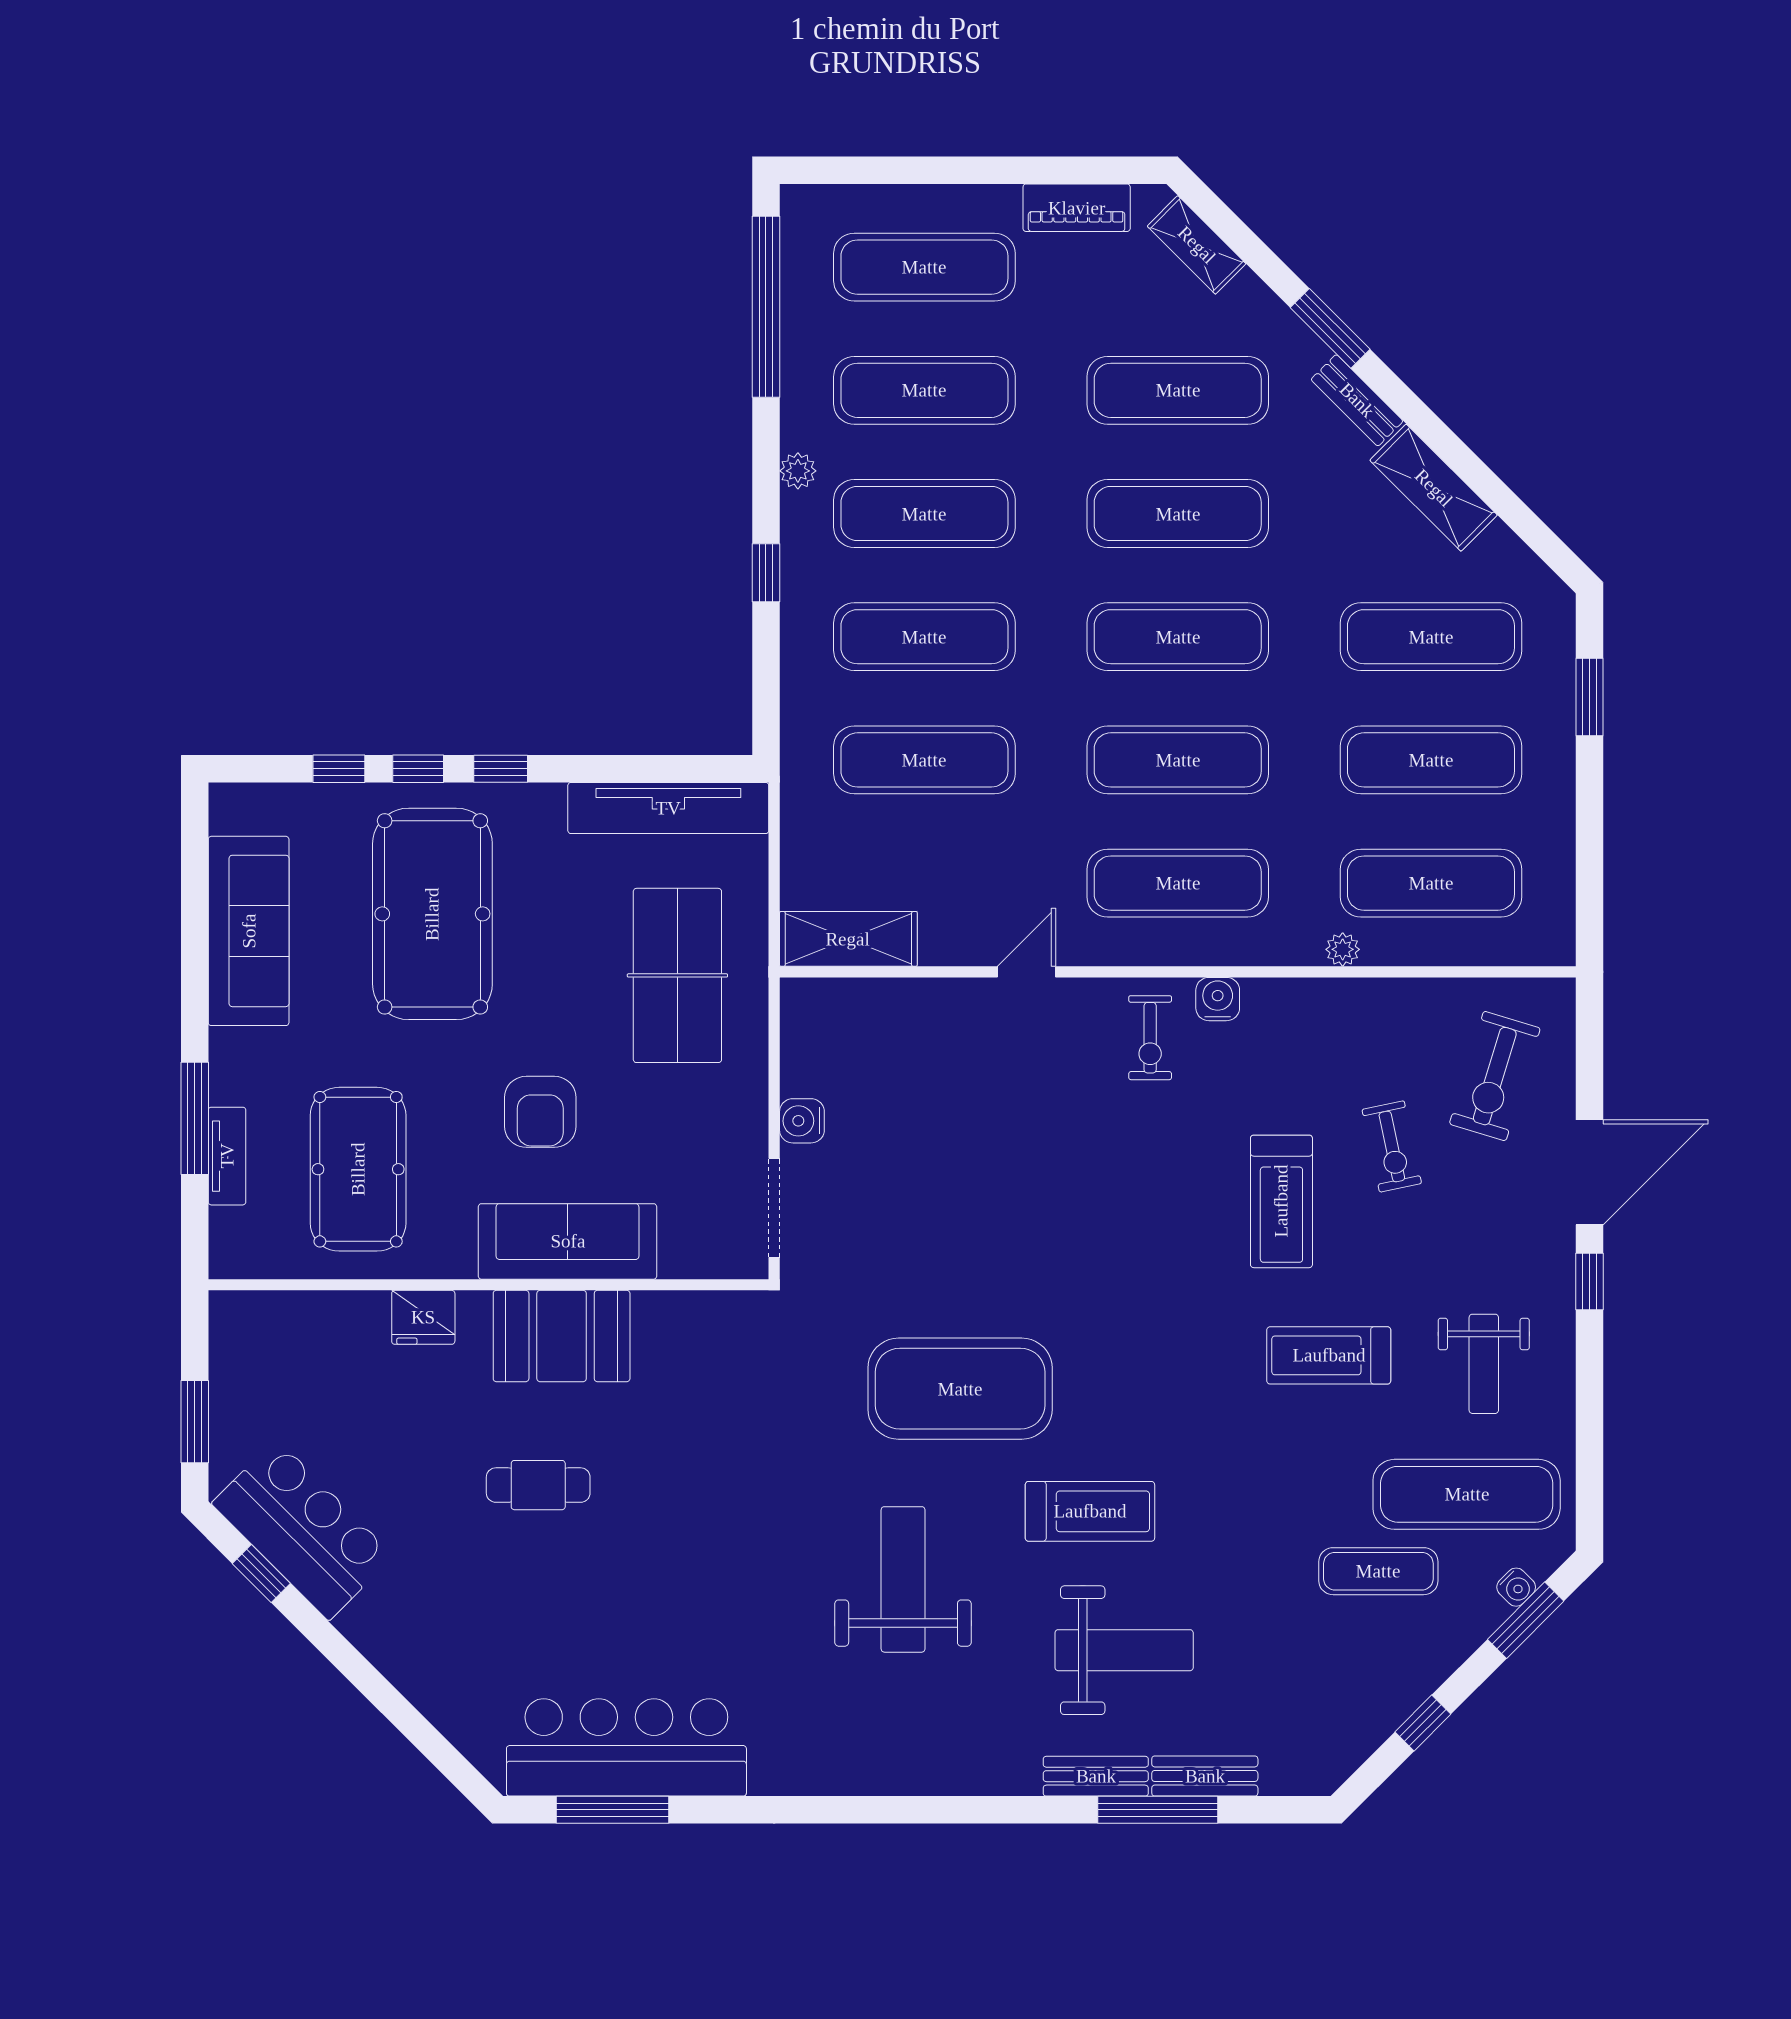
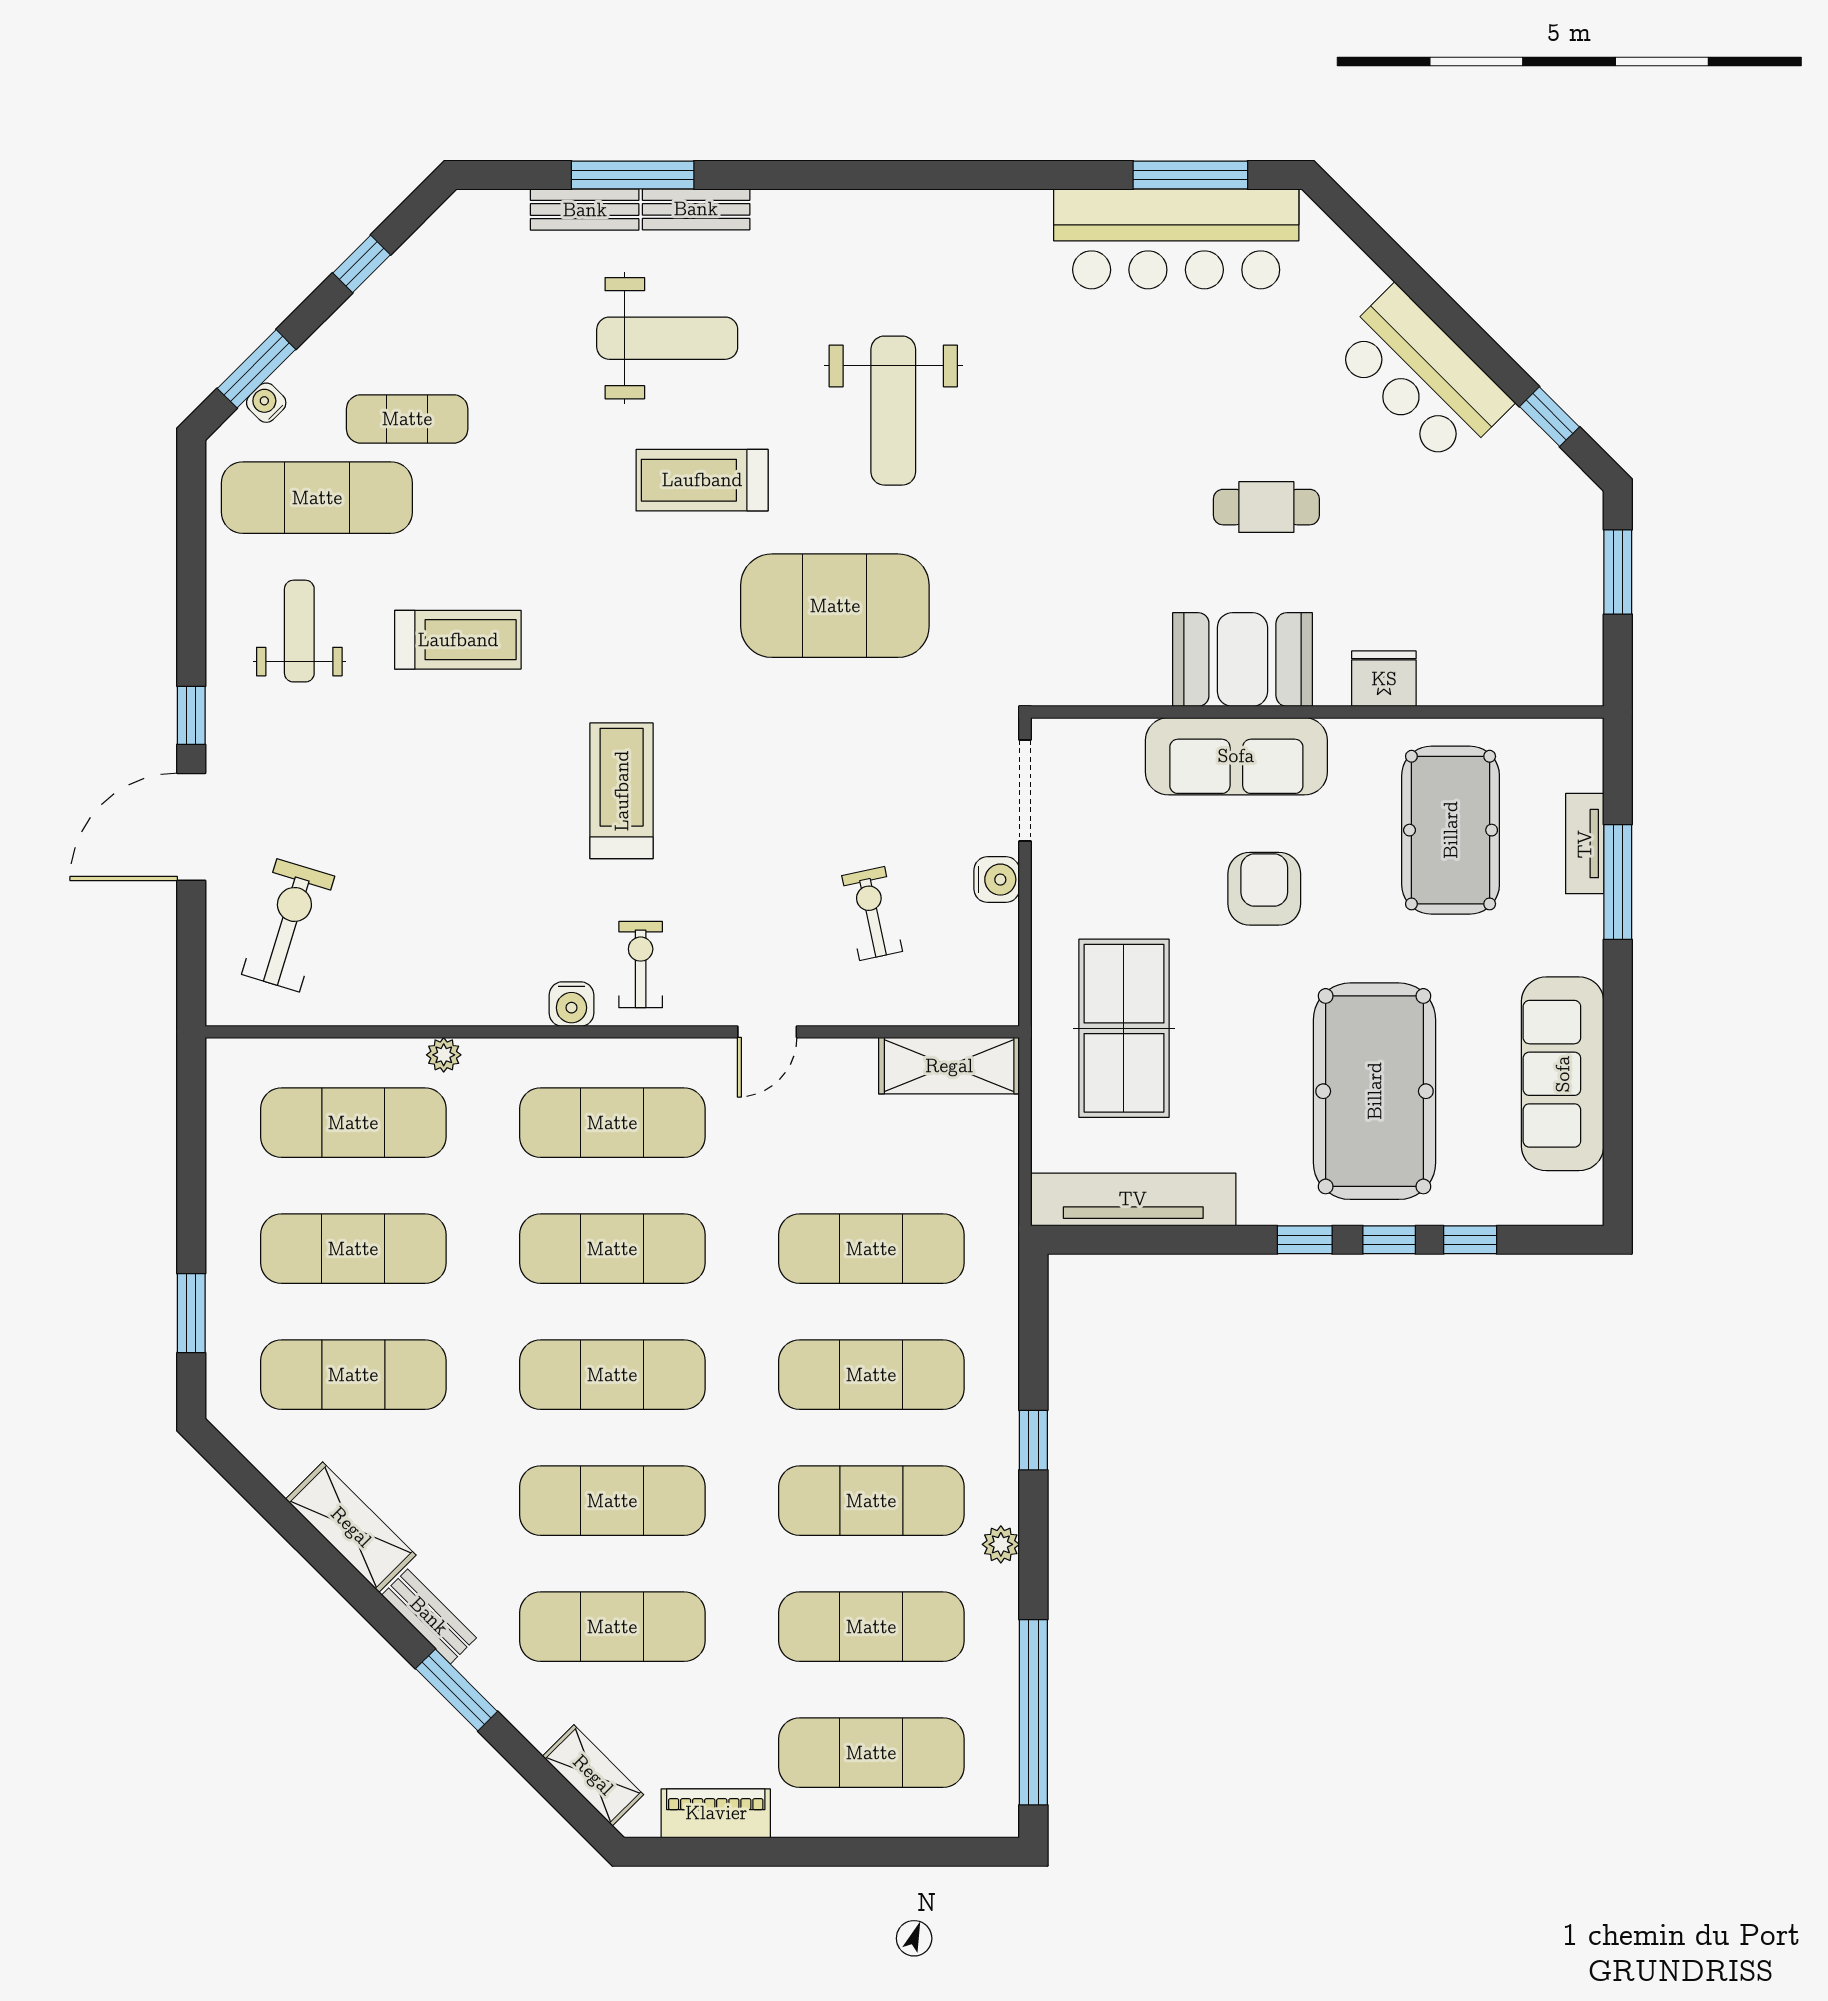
exercise bike: (1392, 1146) -> (872, 914), moved
treadmill: (1281, 1201) -> (622, 791), moved
bar counter: (303, 1530) -> (1422, 376), moved
weight bench: (1124, 1650) -> (667, 338), turned 180

